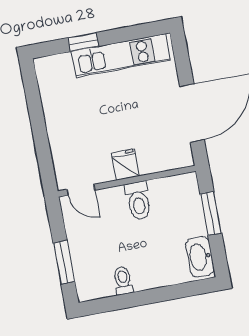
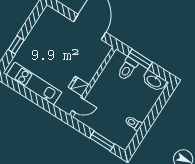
kitchen unit: (121, 56) -> (34, 84), moved, turned -90
fridge: (125, 164) -> (79, 86), moved
toilet: (138, 201) -> (127, 69), moved, turned 90

